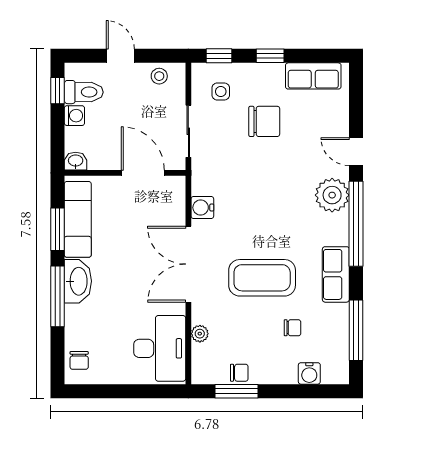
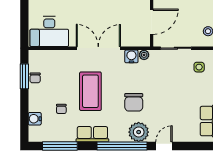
chair: (264, 121) -> (134, 102), moved
plant: (200, 334) -> (144, 55), moved

